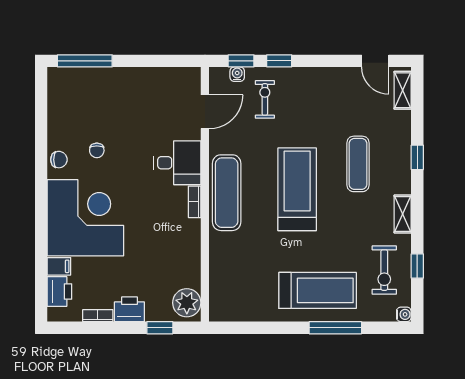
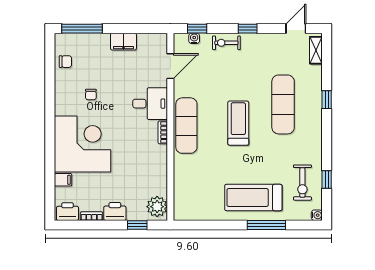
window: (279, 61) -> (248, 29), moved
door: (375, 61) -> (296, 29), swing flipped
filing cabinet: (141, 79) -> (123, 42), added
exercise bike: (265, 99) -> (226, 43), moved, turned -90
chair: (59, 160) -> (65, 62), moved
exercise mat: (358, 164) -> (283, 104), width x1.36, depth x1.45
treadmill: (297, 189) -> (238, 123), width x0.73, depth x0.73
shelving: (403, 214) -> (316, 141), removed
treadmill: (318, 290) -> (253, 198), turned 180
printer: (59, 291) -> (67, 212), moved, turned -90

